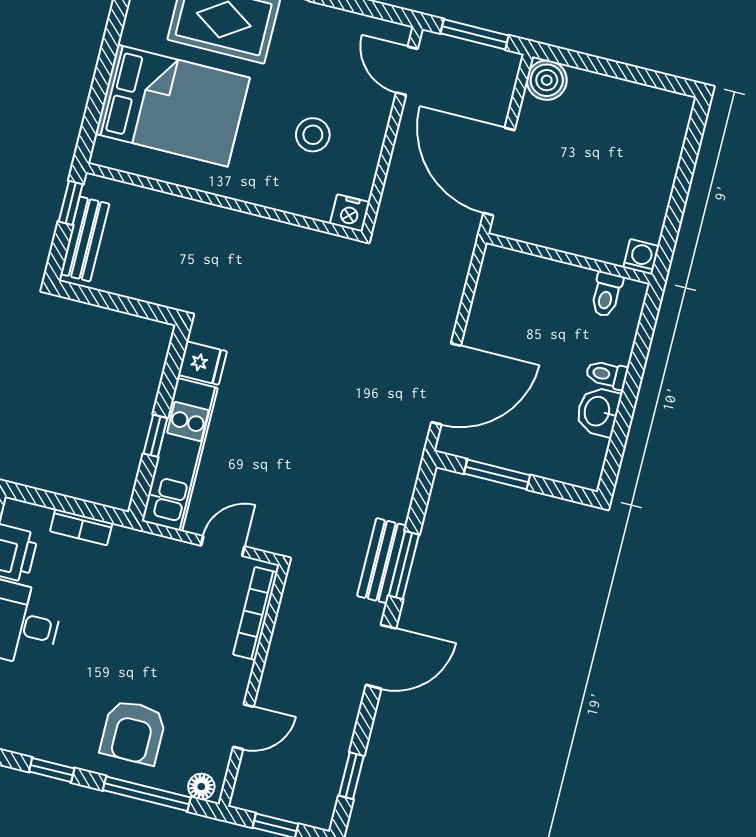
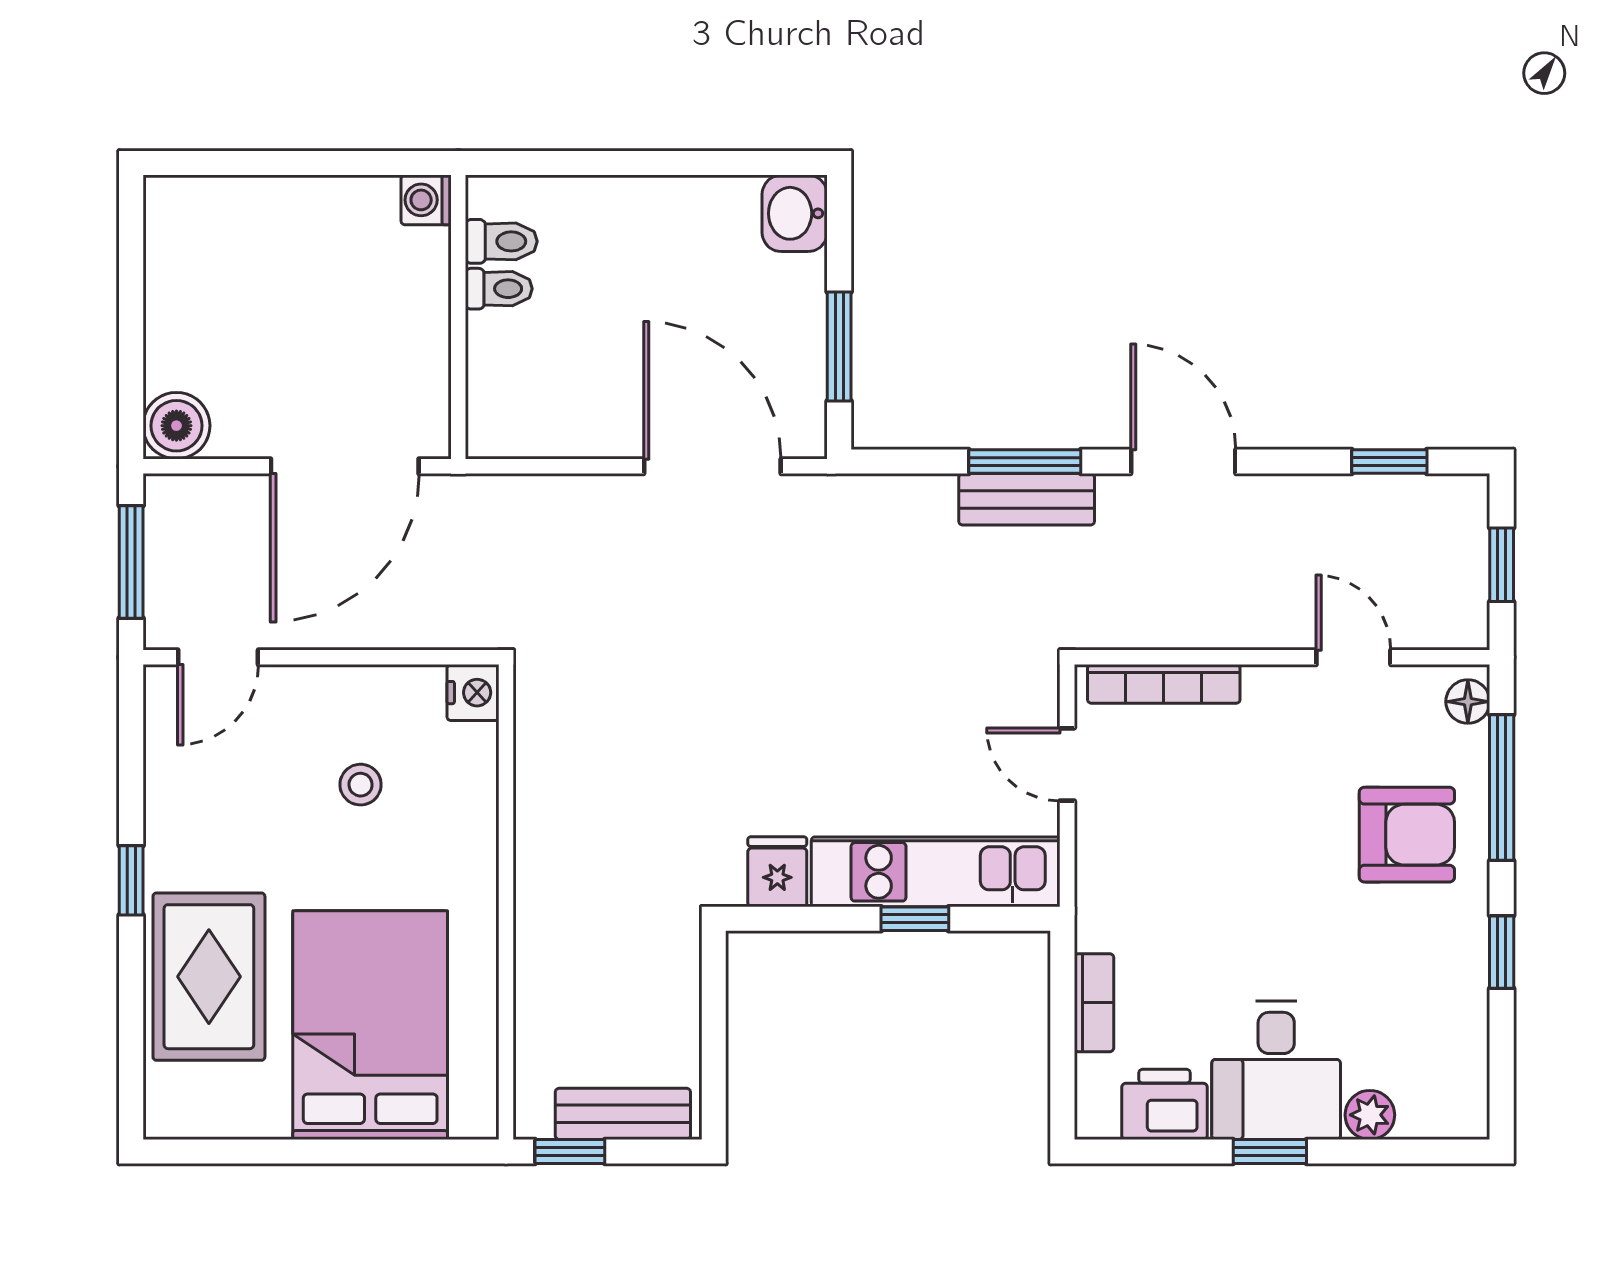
stool: (313, 135) -> (361, 785), width x0.73, depth x0.73
toilet: (607, 375) -> (499, 289), moved, turned -90
washbasin: (598, 411) -> (795, 213), moved, turned 90

